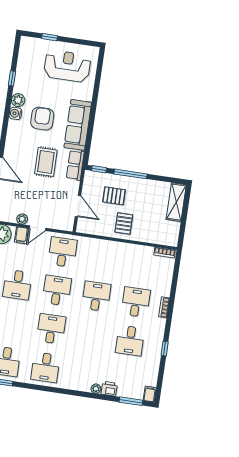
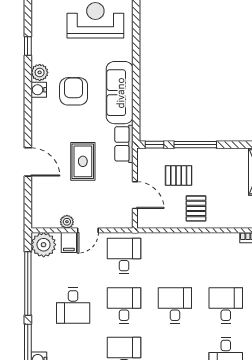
rug: (46, 162) -> (83, 161), moved

